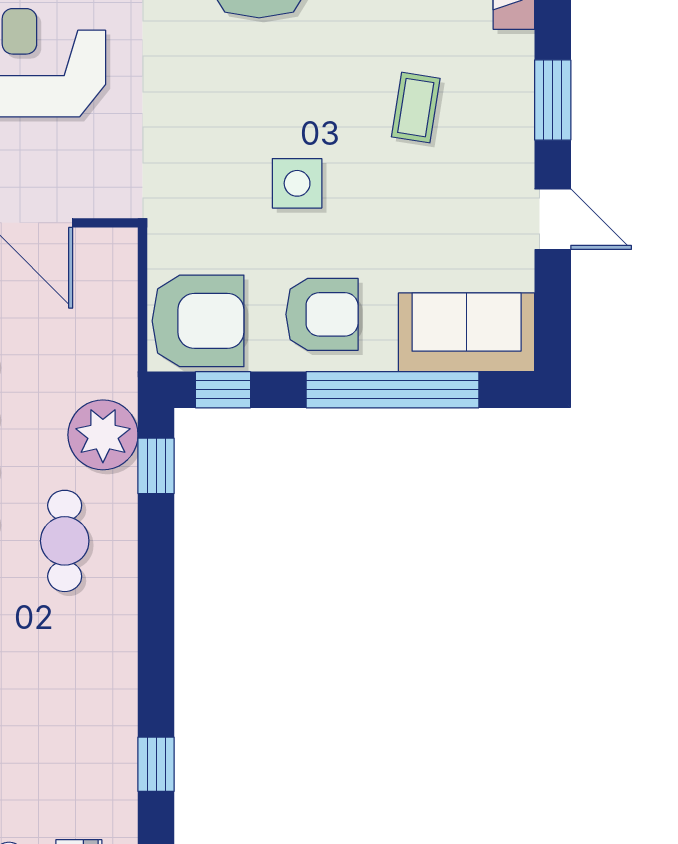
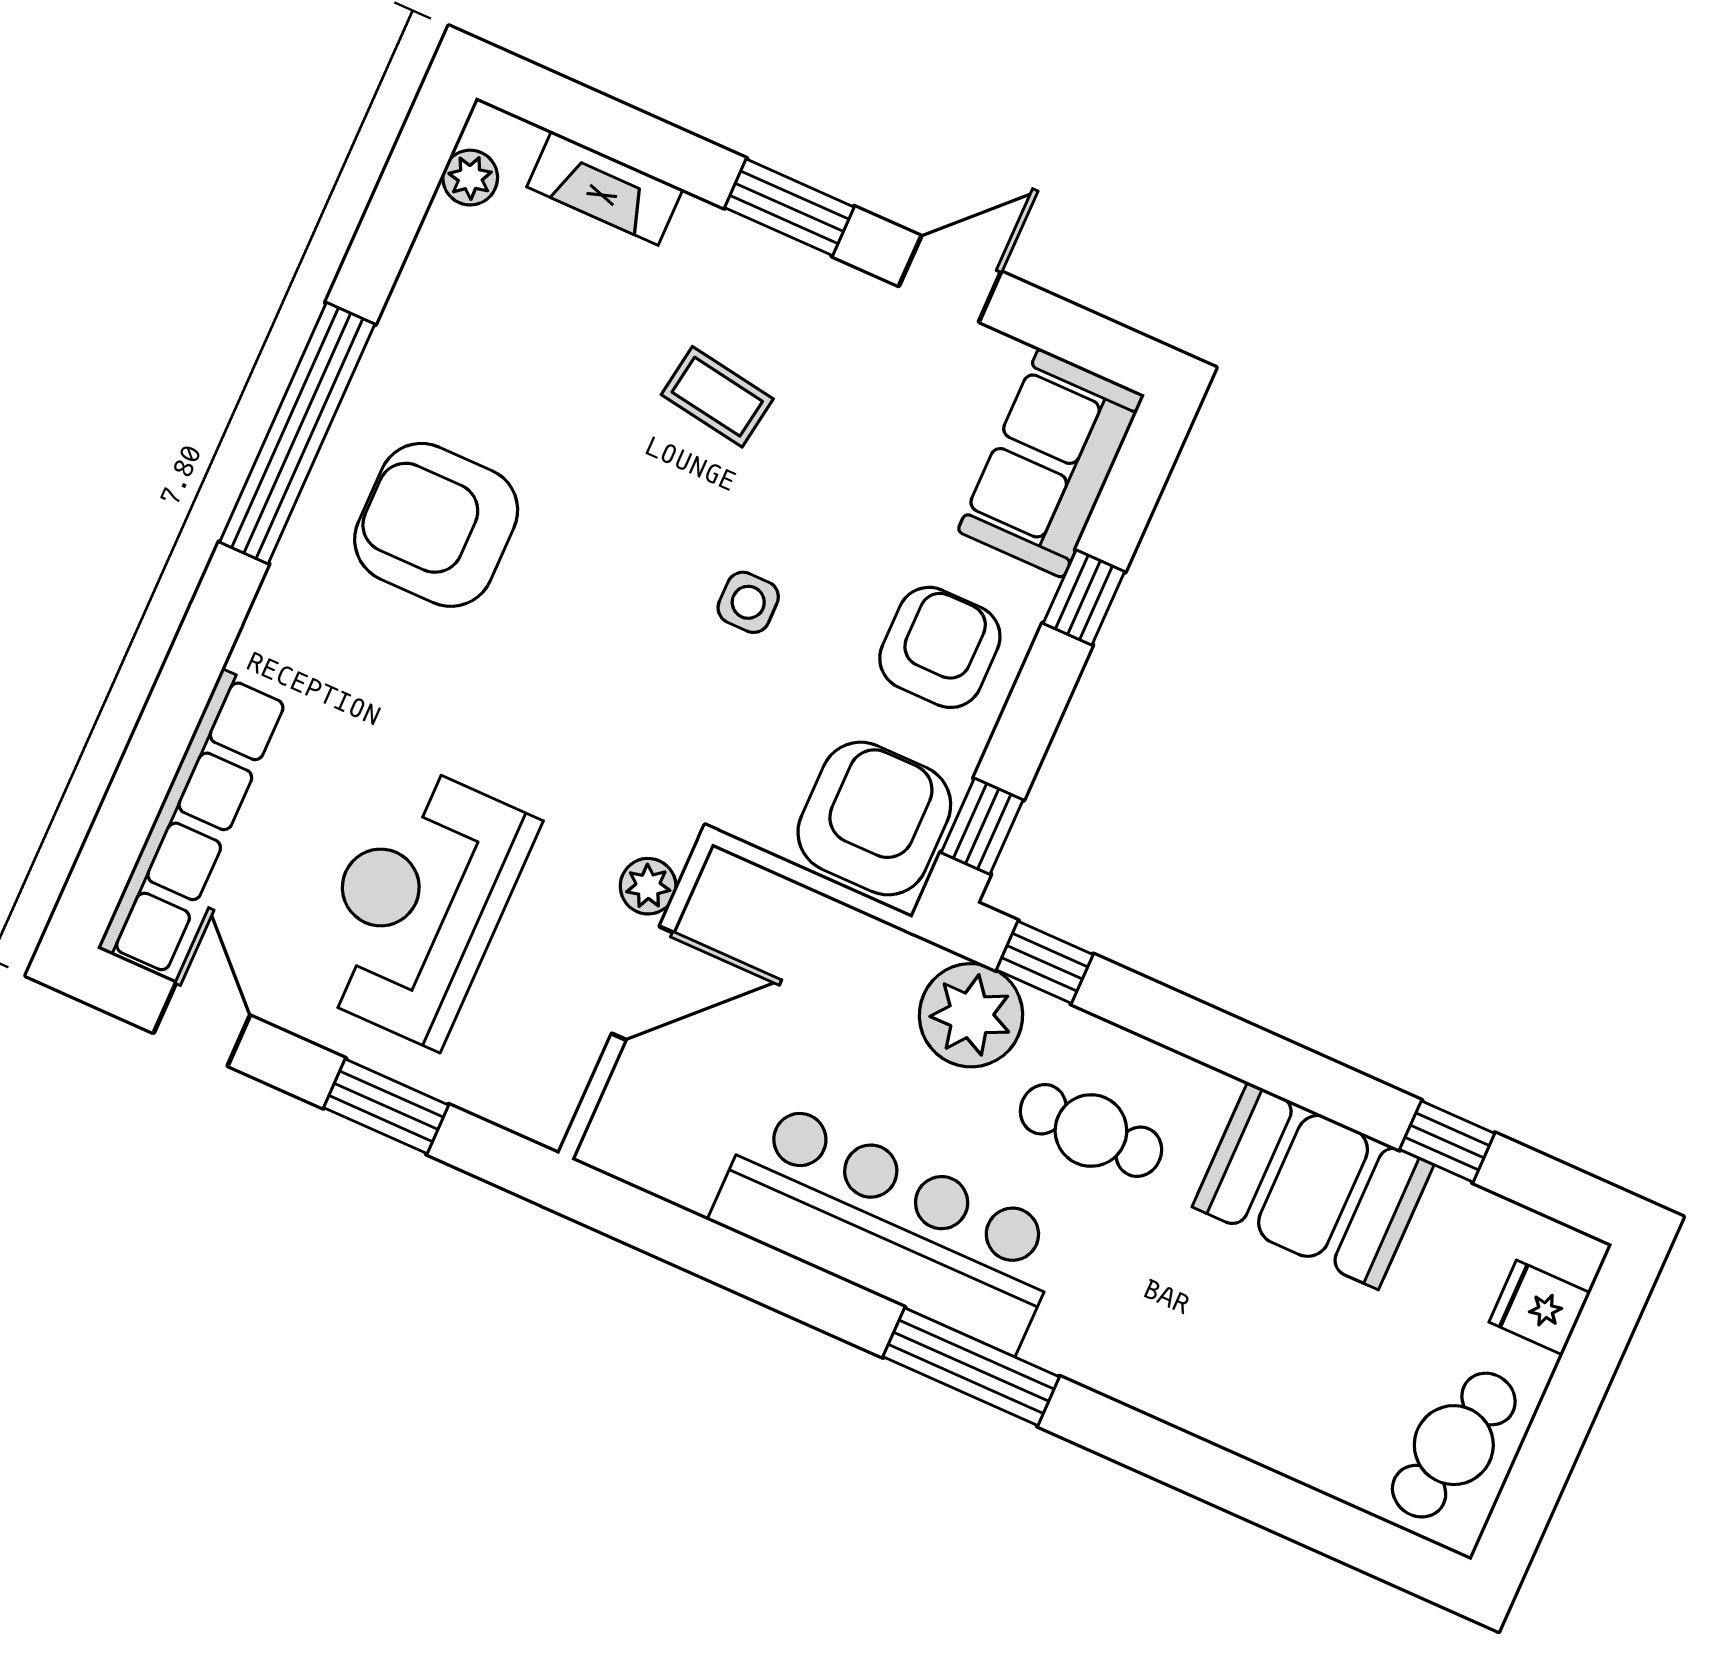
side table: (297, 183) -> (748, 602), width x0.73, depth x0.73
plant: (94, 200) -> (648, 886), added
window: (393, 390) -> (1084, 597), width x0.32
booth: (92, 694) -> (1313, 1186), added

